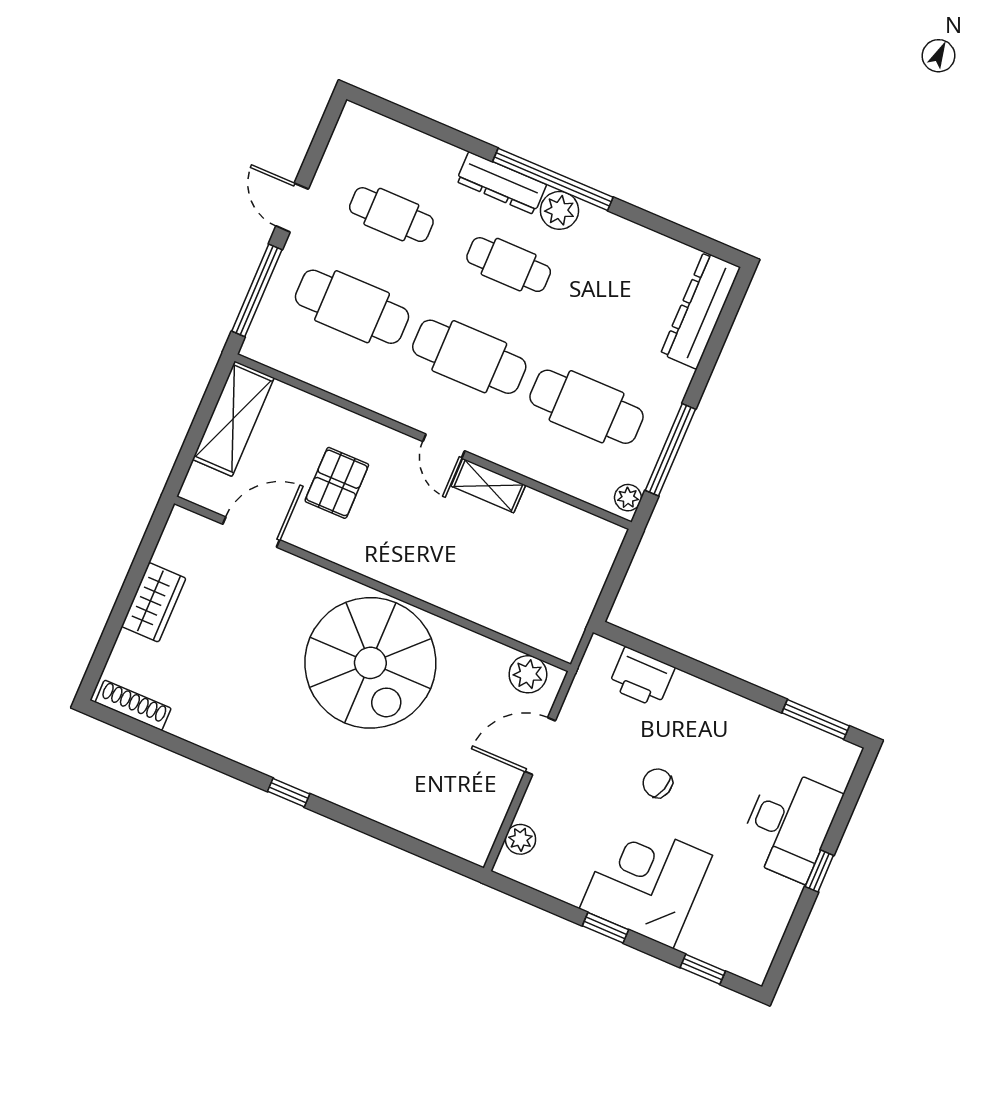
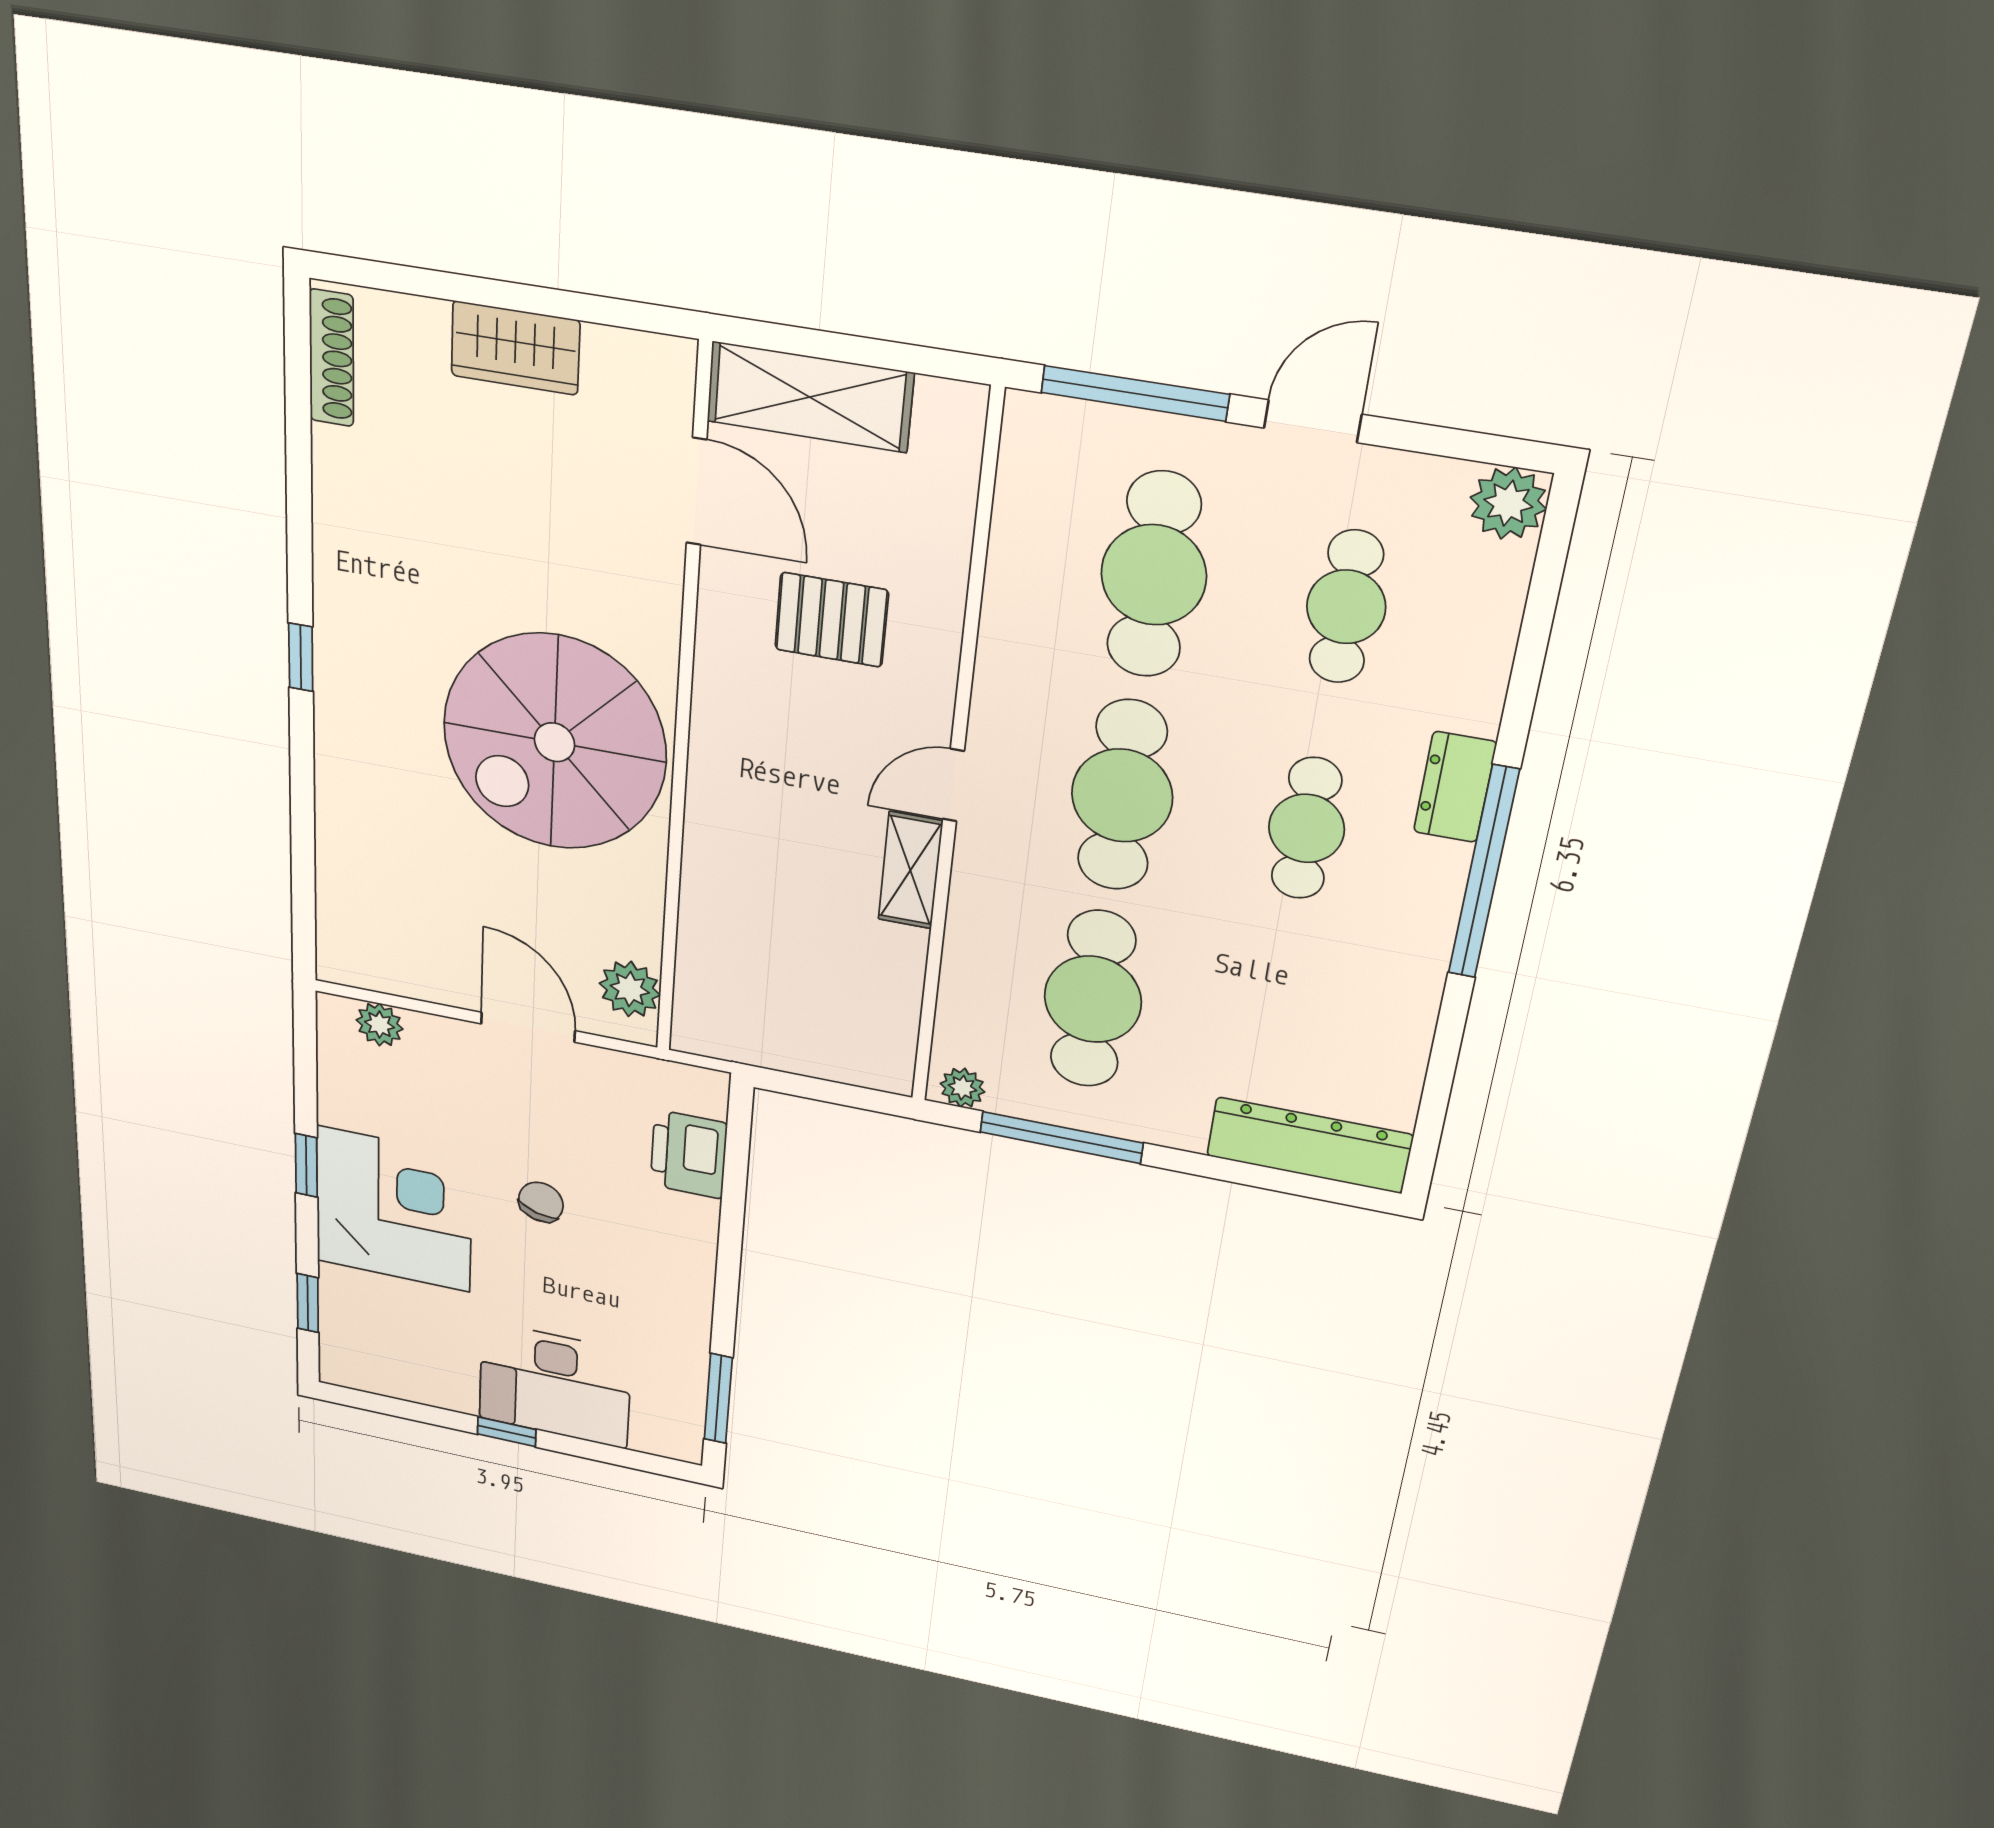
dresser: (501, 183) -> (1455, 787), width x0.70
plant: (559, 210) -> (1508, 503), moved
shelving: (233, 419) -> (810, 397), moved

